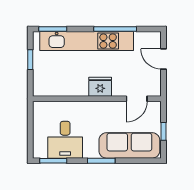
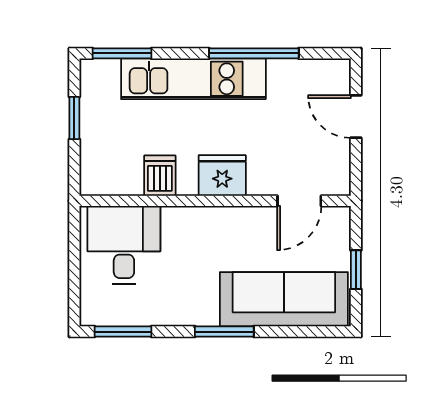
kitchen unit: (87, 41) -> (193, 79), width x0.73
dishwasher: (71, 87) -> (160, 176), added
desk: (65, 140) -> (124, 245), moved, turned 180

